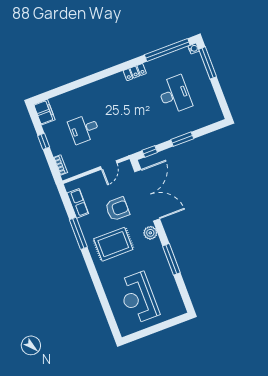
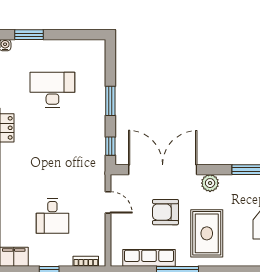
window: (208, 63) -> (29, 35), width x0.69
row of seats: (78, 203) -> (149, 258), width x1.48
armchair: (117, 209) -> (165, 212), turned -90

